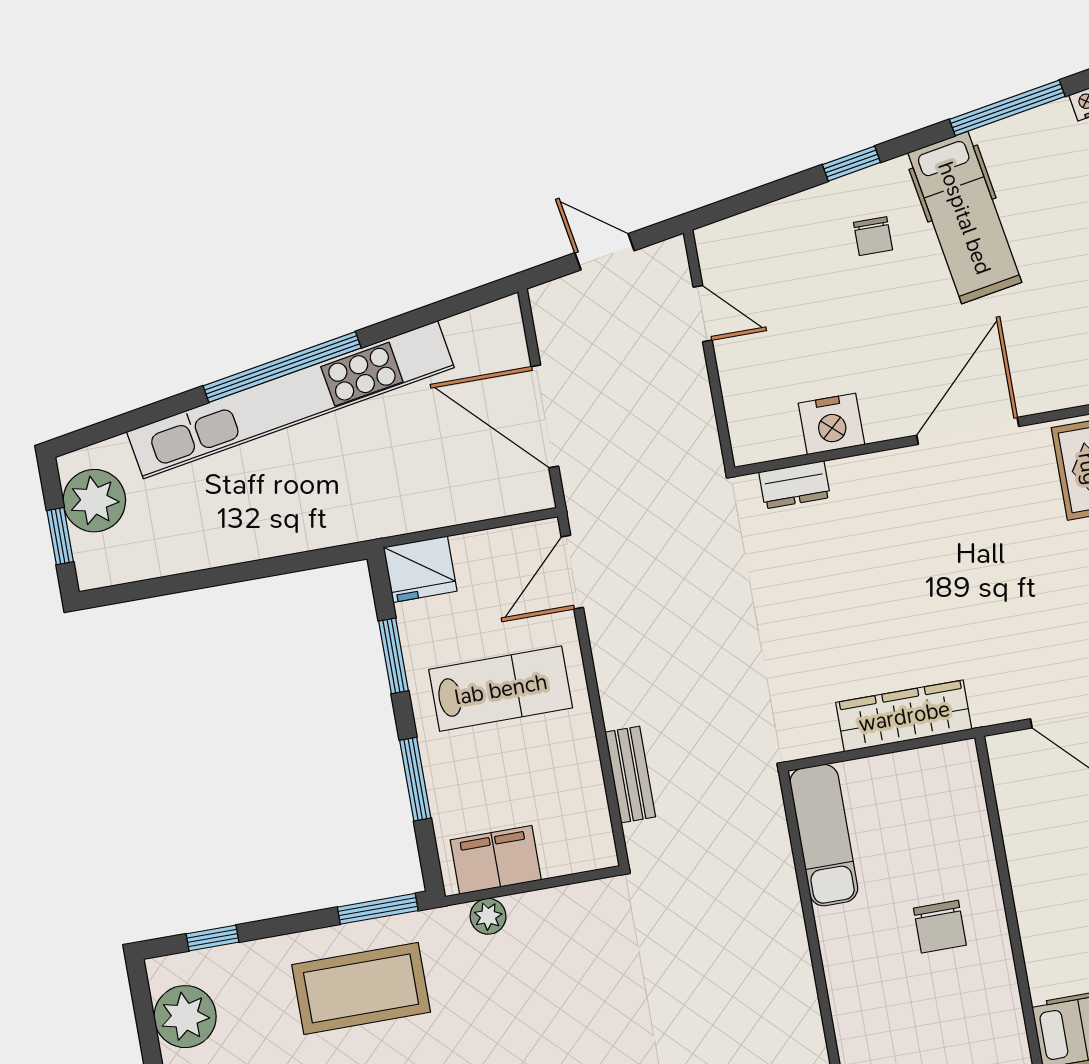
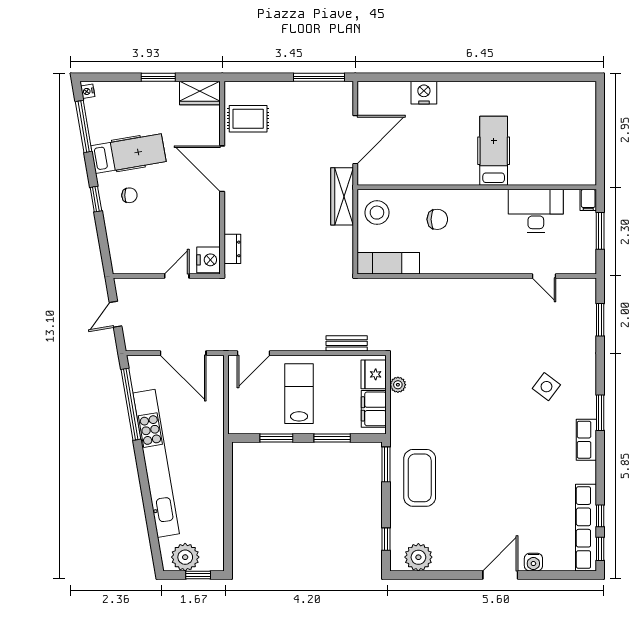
door: (703, 314) -> (177, 276), moved
window: (282, 367) -> (131, 404), moved
door: (545, 416) -> (183, 353), hinge flipped
nightstand: (831, 424) -> (209, 260), moved
fridge: (420, 569) -> (374, 374), moved, turned 180
door: (572, 572) -> (253, 353), hinge flipped
wardrobe: (904, 716) -> (342, 196), moved
stool: (931, 790) -> (377, 213), added
plant: (488, 916) -> (398, 385), moved

